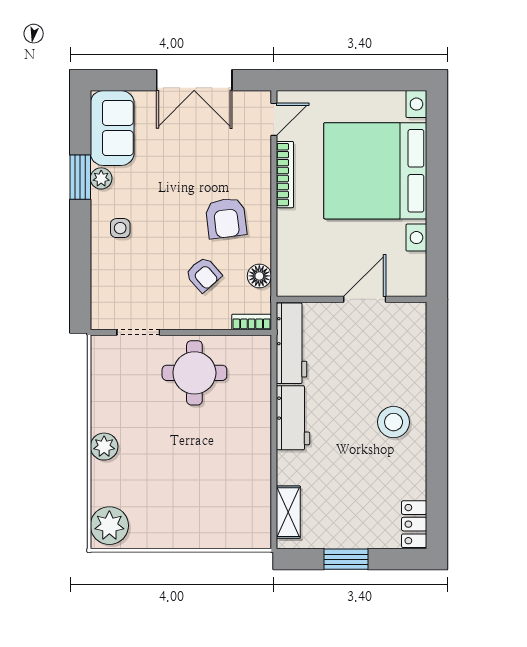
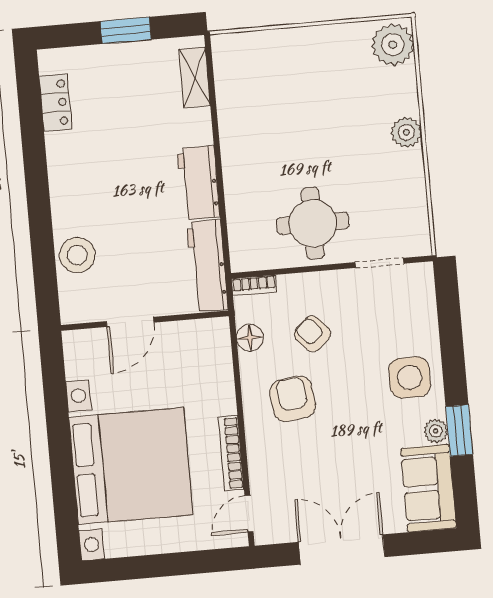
side table: (120, 228) -> (410, 377), width x1.87, depth x1.87
stool: (394, 422) -> (77, 255), moved
locker: (414, 524) -> (55, 103), moved

